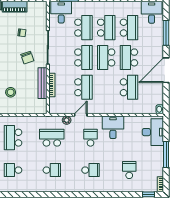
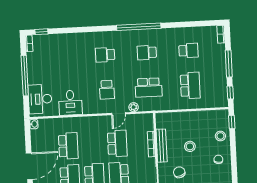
school desk: (83, 87) -> (117, 143), turned 180
school desk: (129, 87) -> (68, 146), turned 180
stool: (11, 92) -> (190, 146), moved
desk: (113, 127) -> (70, 103), moved
window: (166, 155) -> (25, 76), width x1.46
school desk: (129, 170) -> (63, 57), removed
window: (58, 194) -> (139, 27), added

